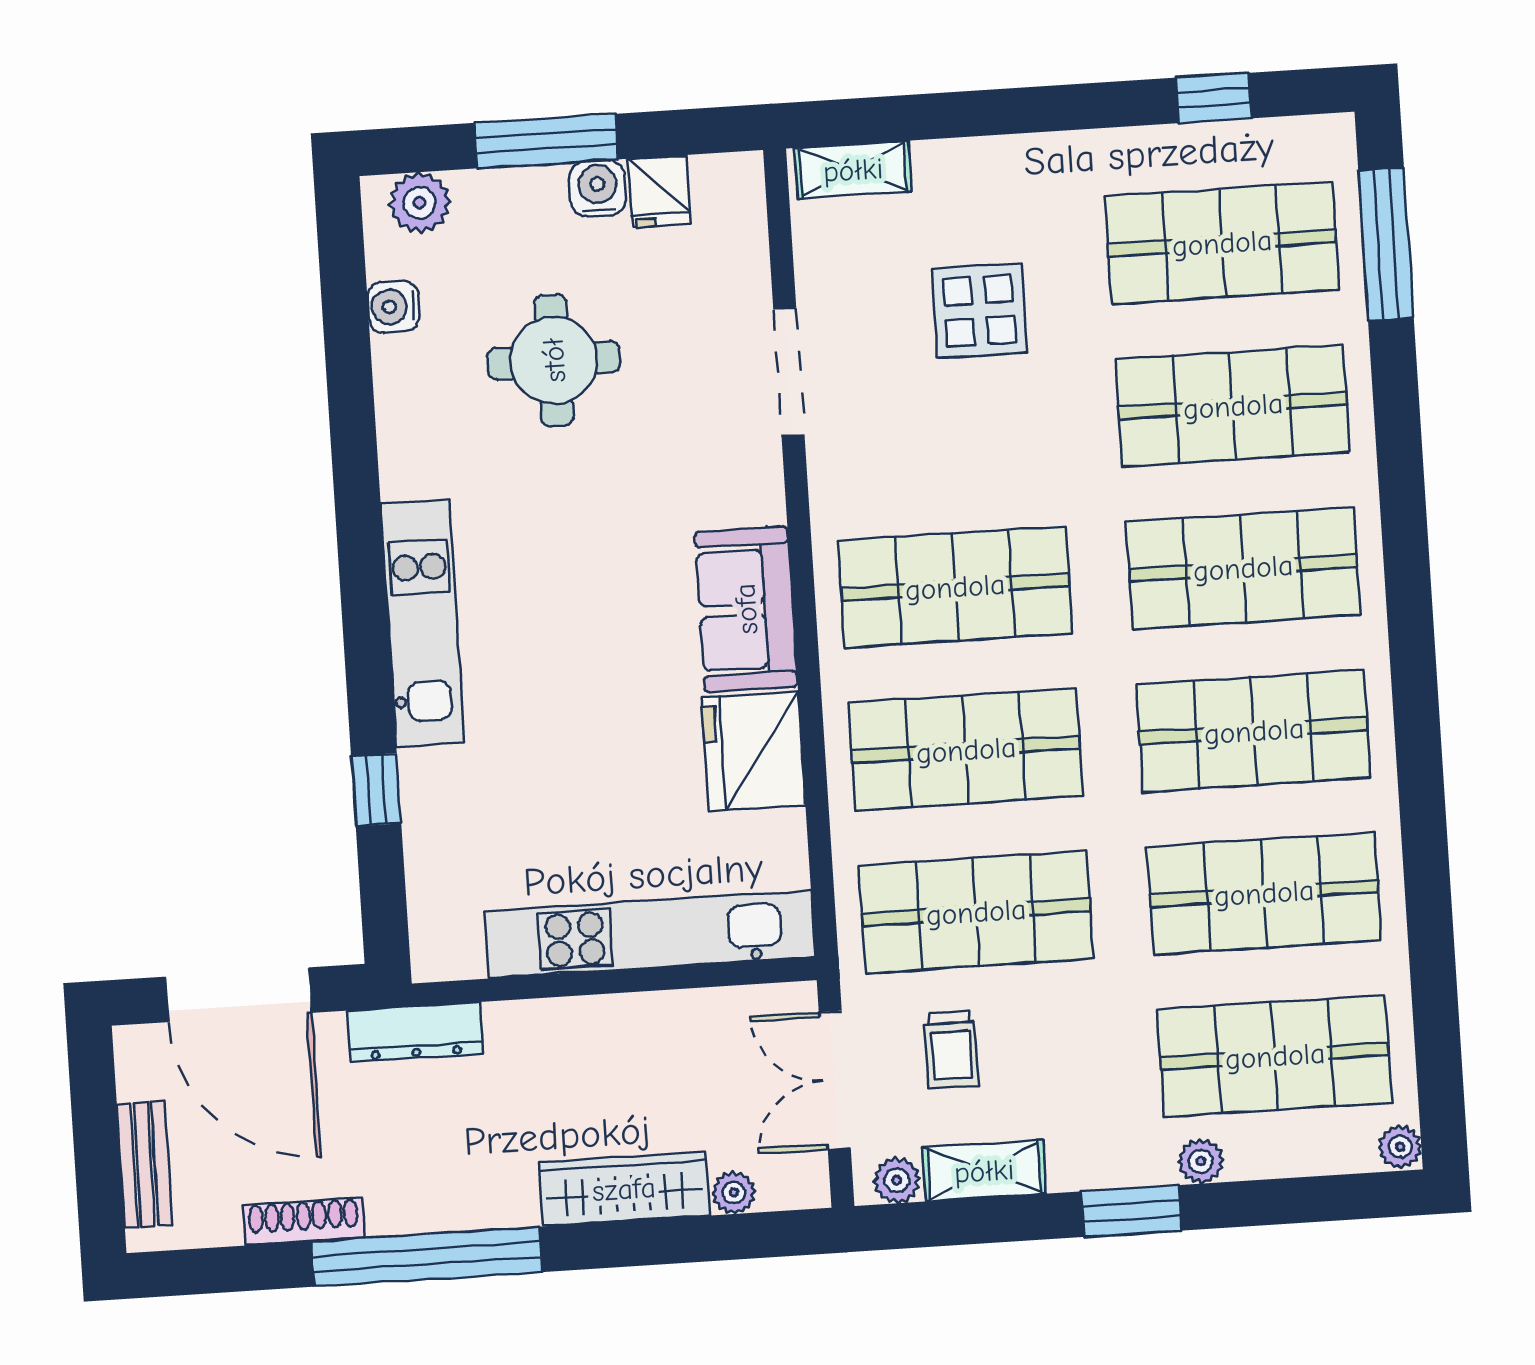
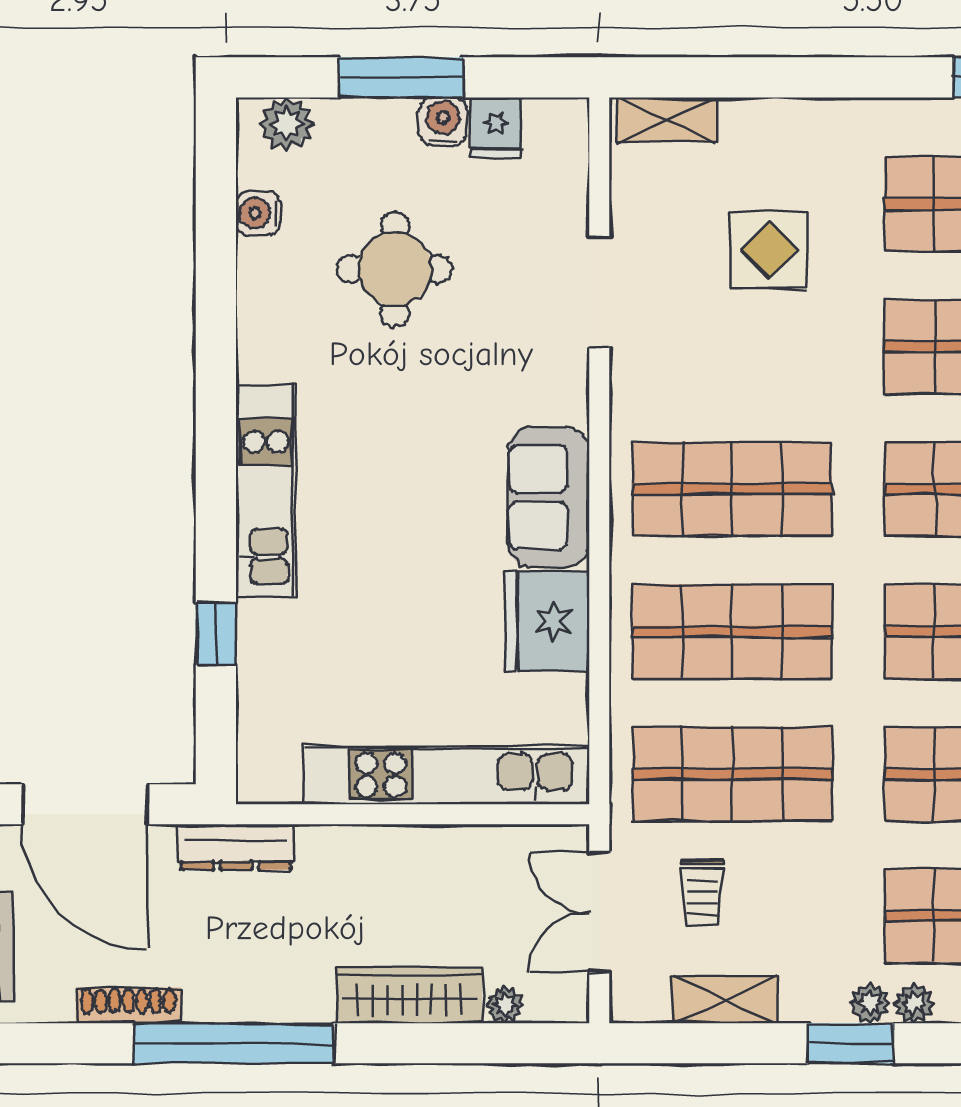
plant: (897, 1180) -> (870, 1003), moved

